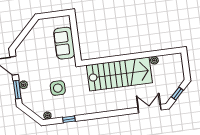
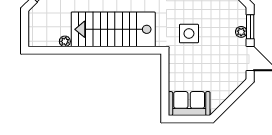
sofa: (64, 43) -> (189, 104), moved, turned -90
side table: (58, 88) -> (189, 34), moved

